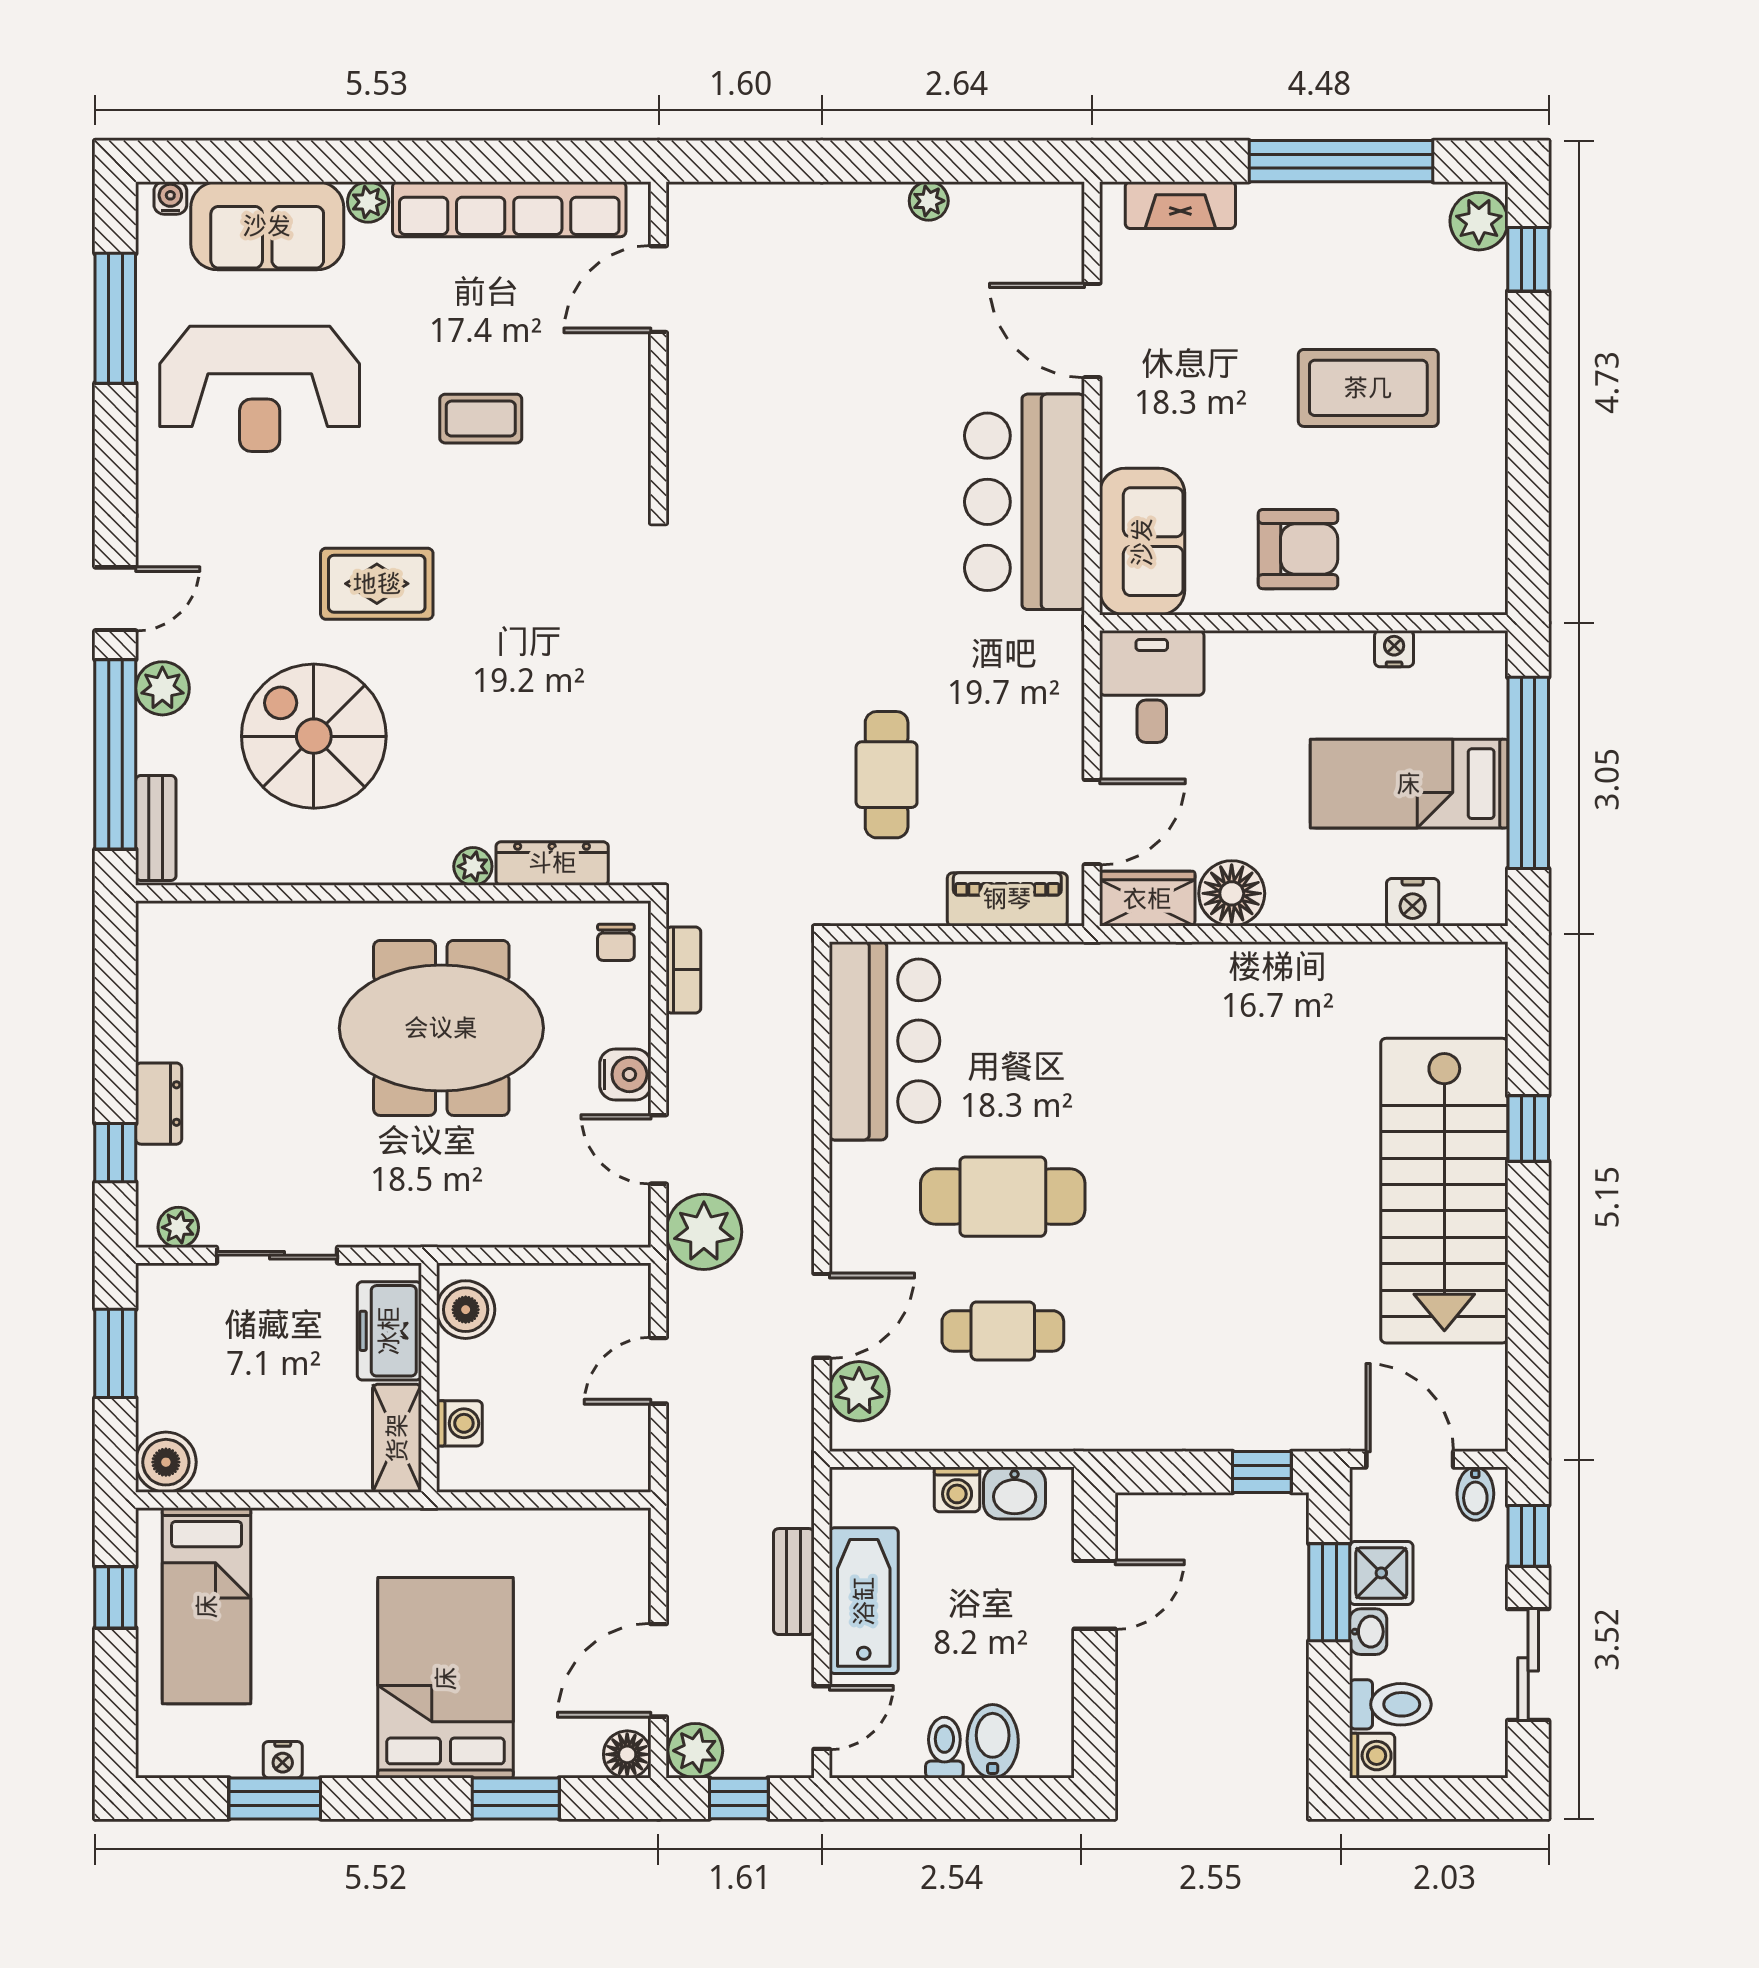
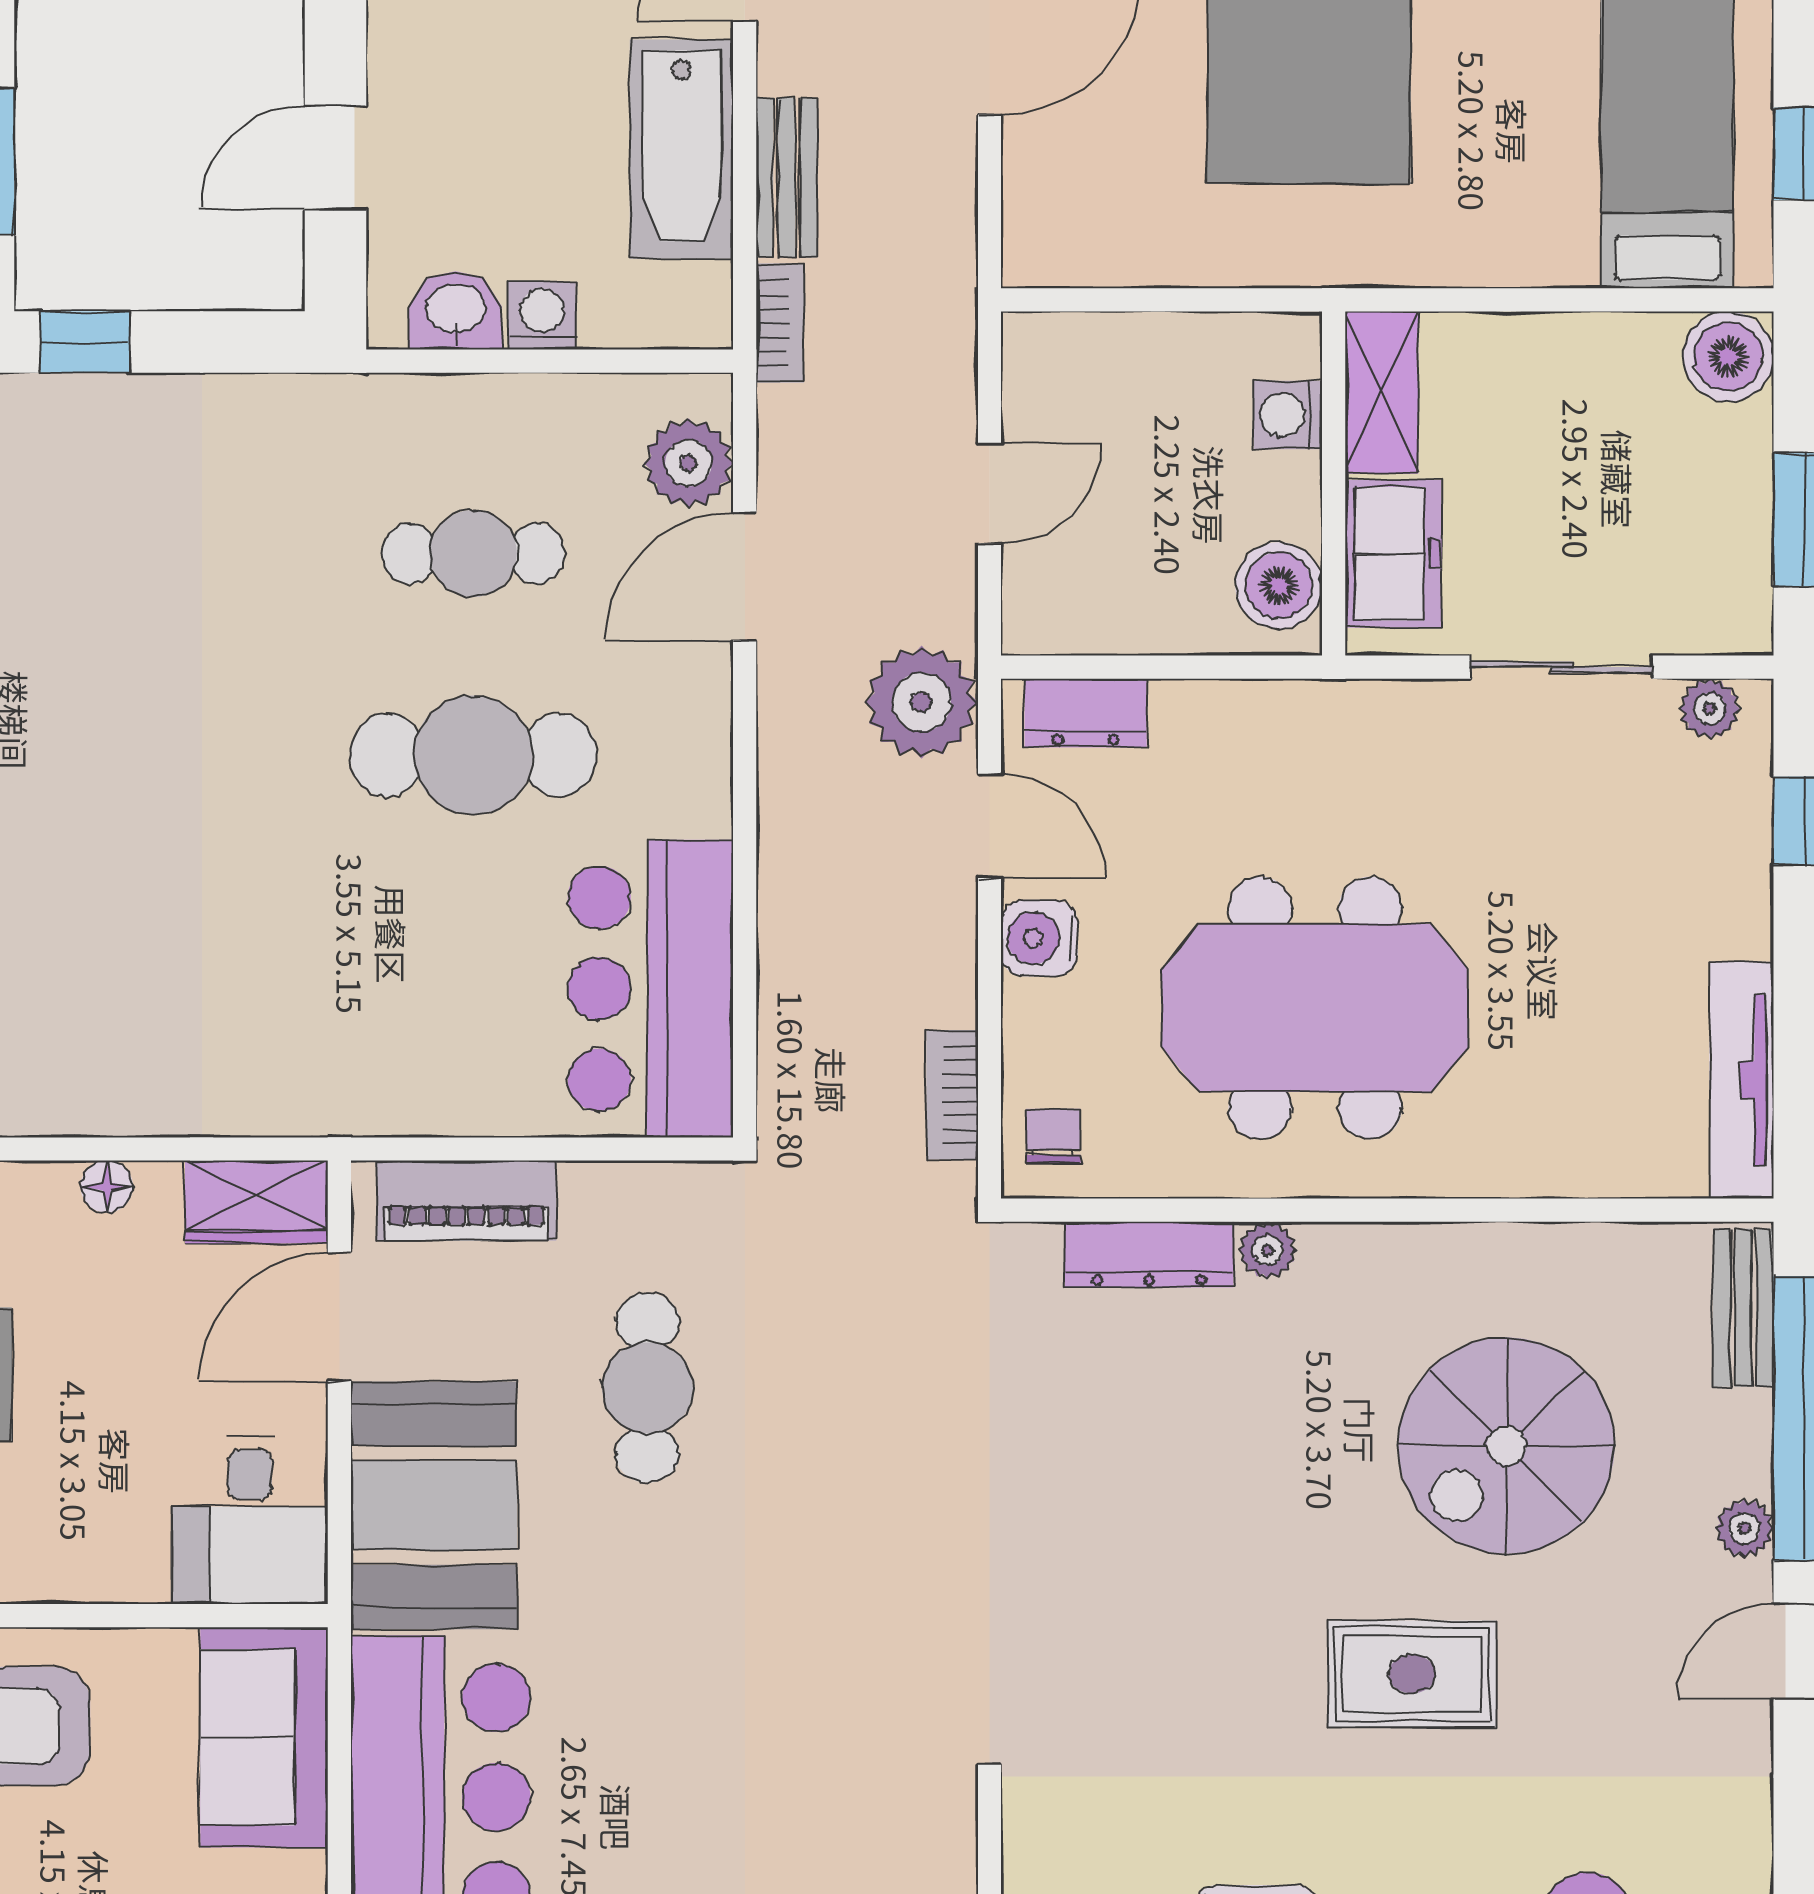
plant: (162, 688) -> (1744, 1528), width x0.73, depth x0.73
booth: (1029, 696) -> (434, 1505), added
spiral stairs: (314, 736) -> (1506, 1446), turned 90
floor lamp: (1232, 893) -> (107, 1187), width x0.53, depth x0.53
tv unit: (157, 980) -> (1741, 1080), added
dresser: (159, 1104) -> (1086, 713), moved, turned -90
bookcase: (798, 1485) -> (780, 323), added

